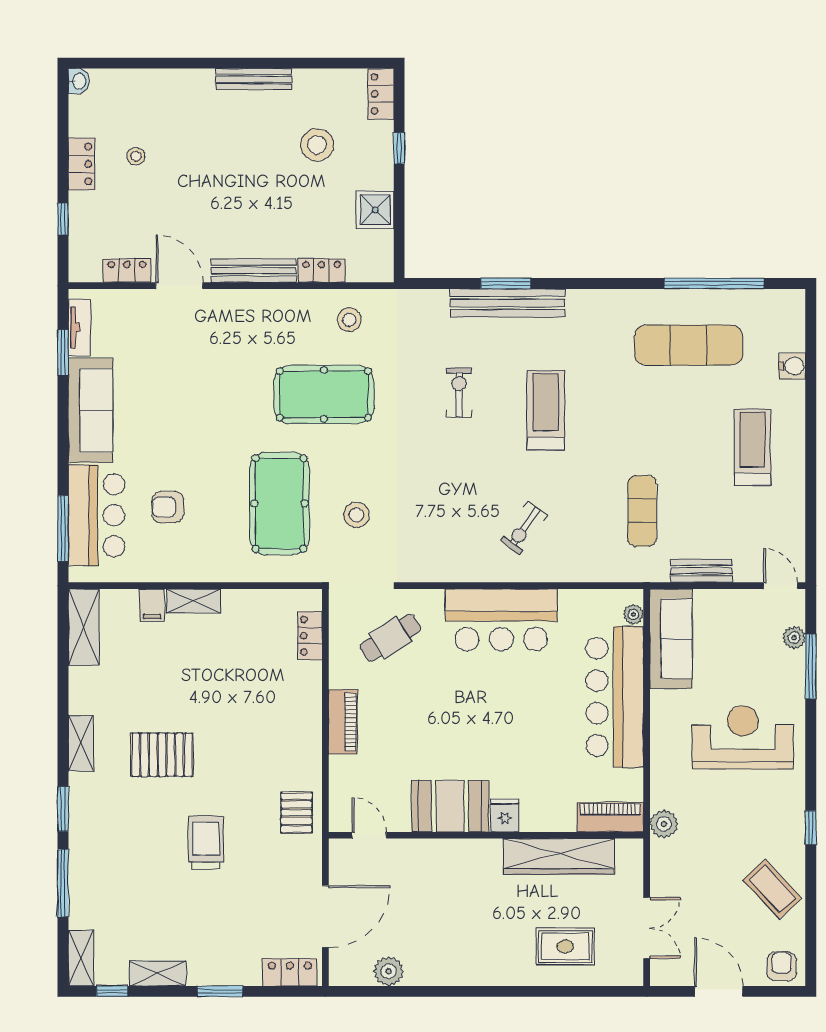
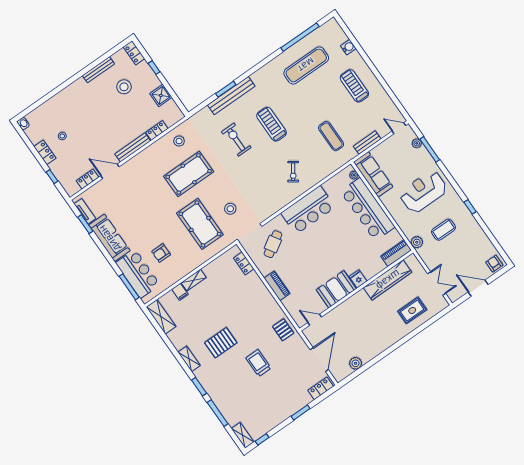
bench: (254, 79) -> (98, 70), moved
exercise bike: (459, 393) -> (236, 140), width x1.38, depth x1.39
coffee table: (772, 889) -> (443, 230), moved, turned -47
shelving: (158, 973) -> (274, 422), removed

